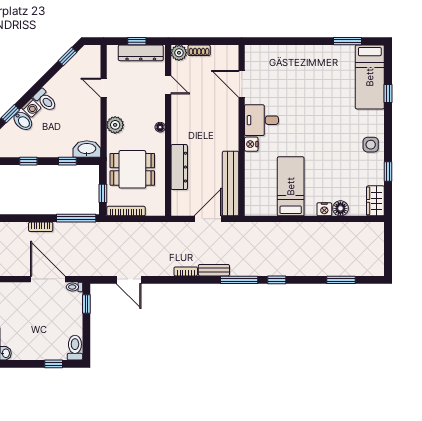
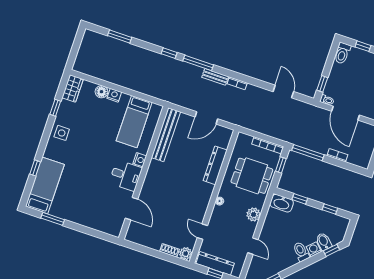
door: (242, 84) -> (131, 209), moved
desk: (261, 120) -> (126, 176), moved
wall: (242, 130) -> (144, 173), moved
nightstand: (251, 144) -> (140, 160), moved
bench: (231, 184) -> (166, 135), moved

